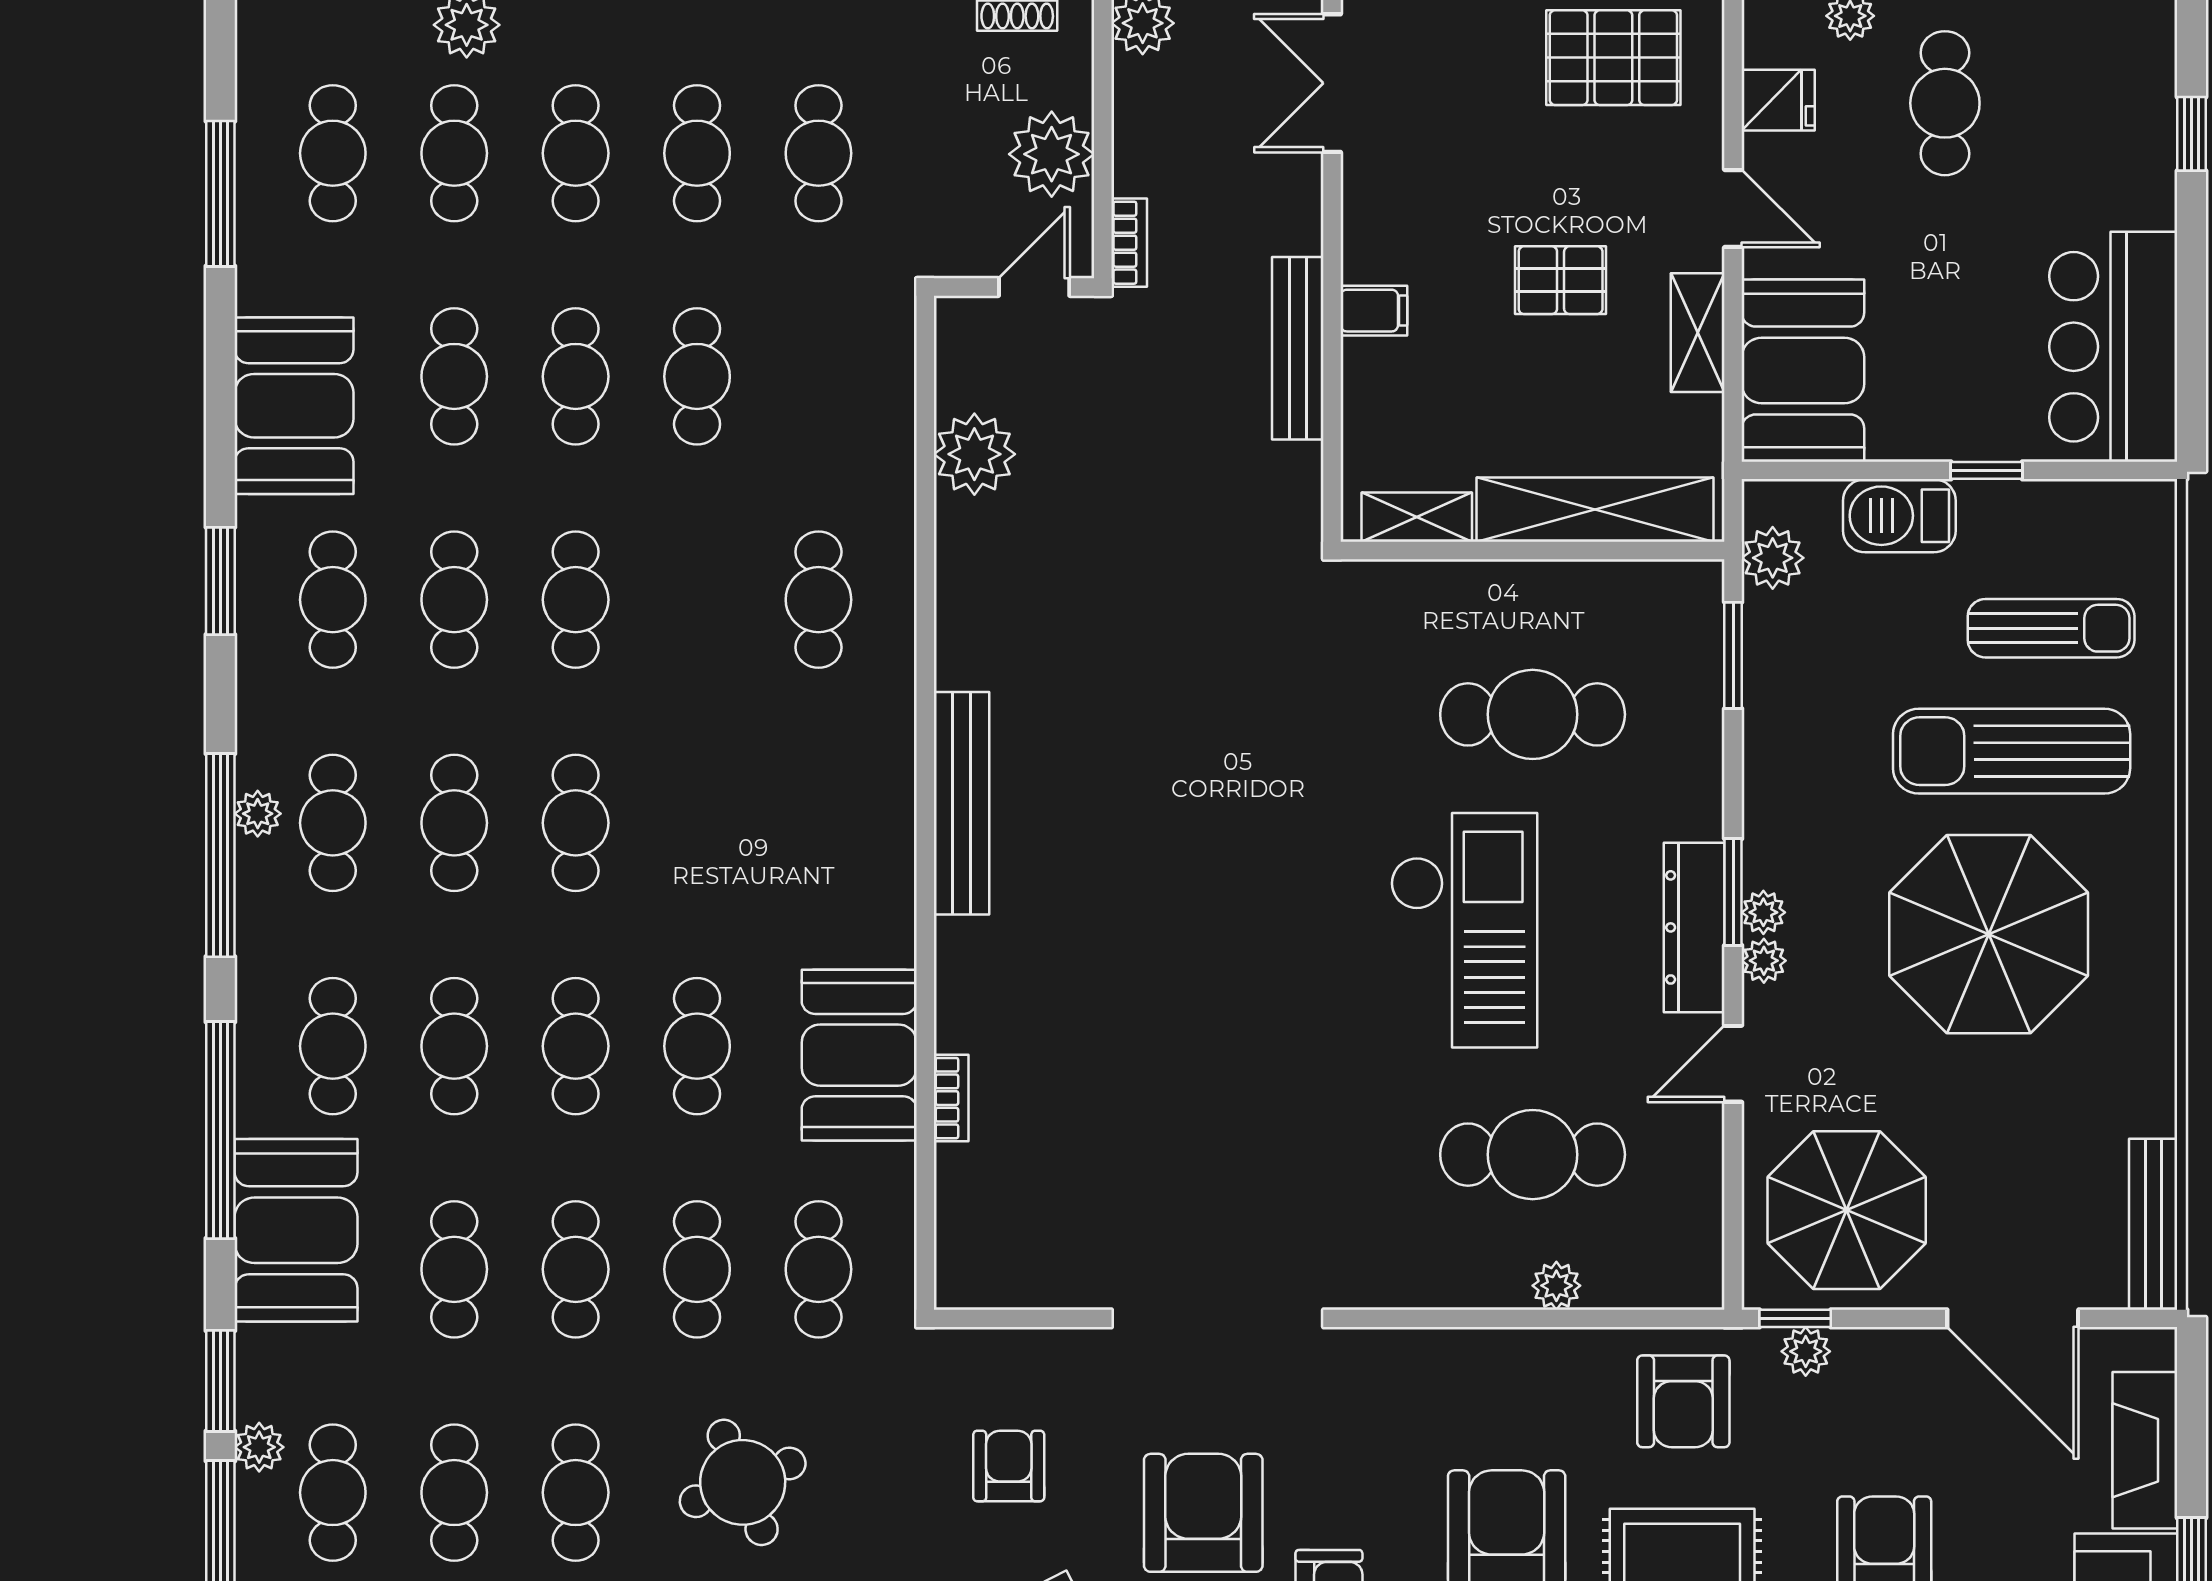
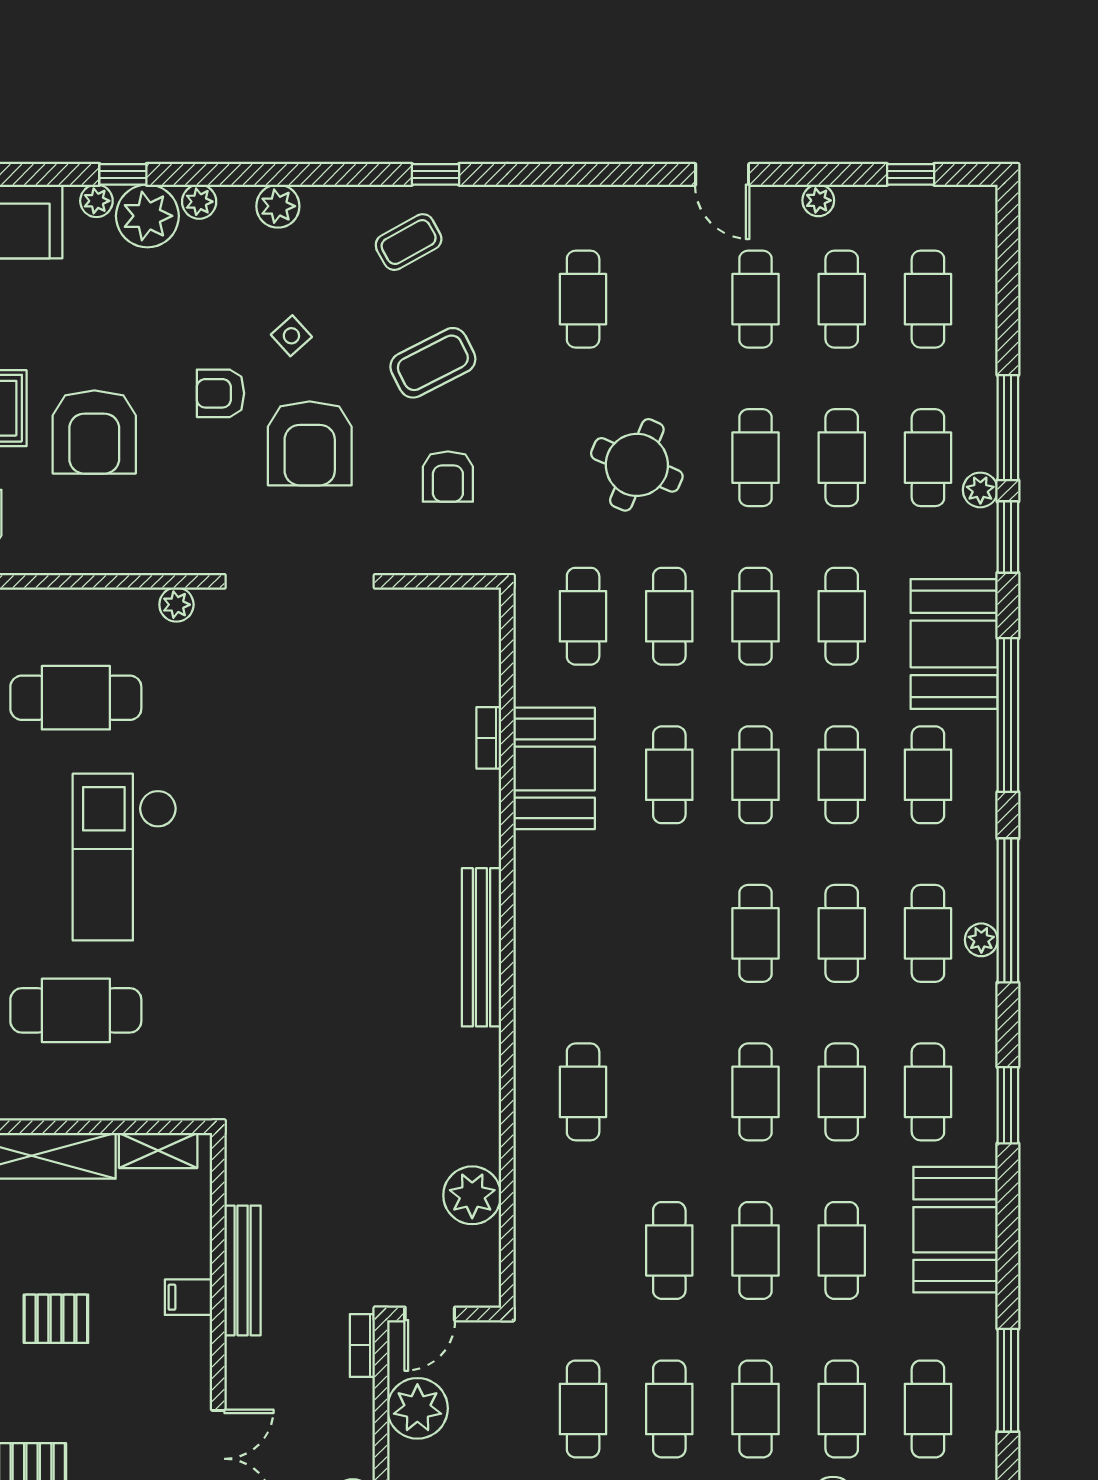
plant: (1556, 1286) -> (176, 605), moved
round table: (743, 1482) -> (637, 465), turned 45

